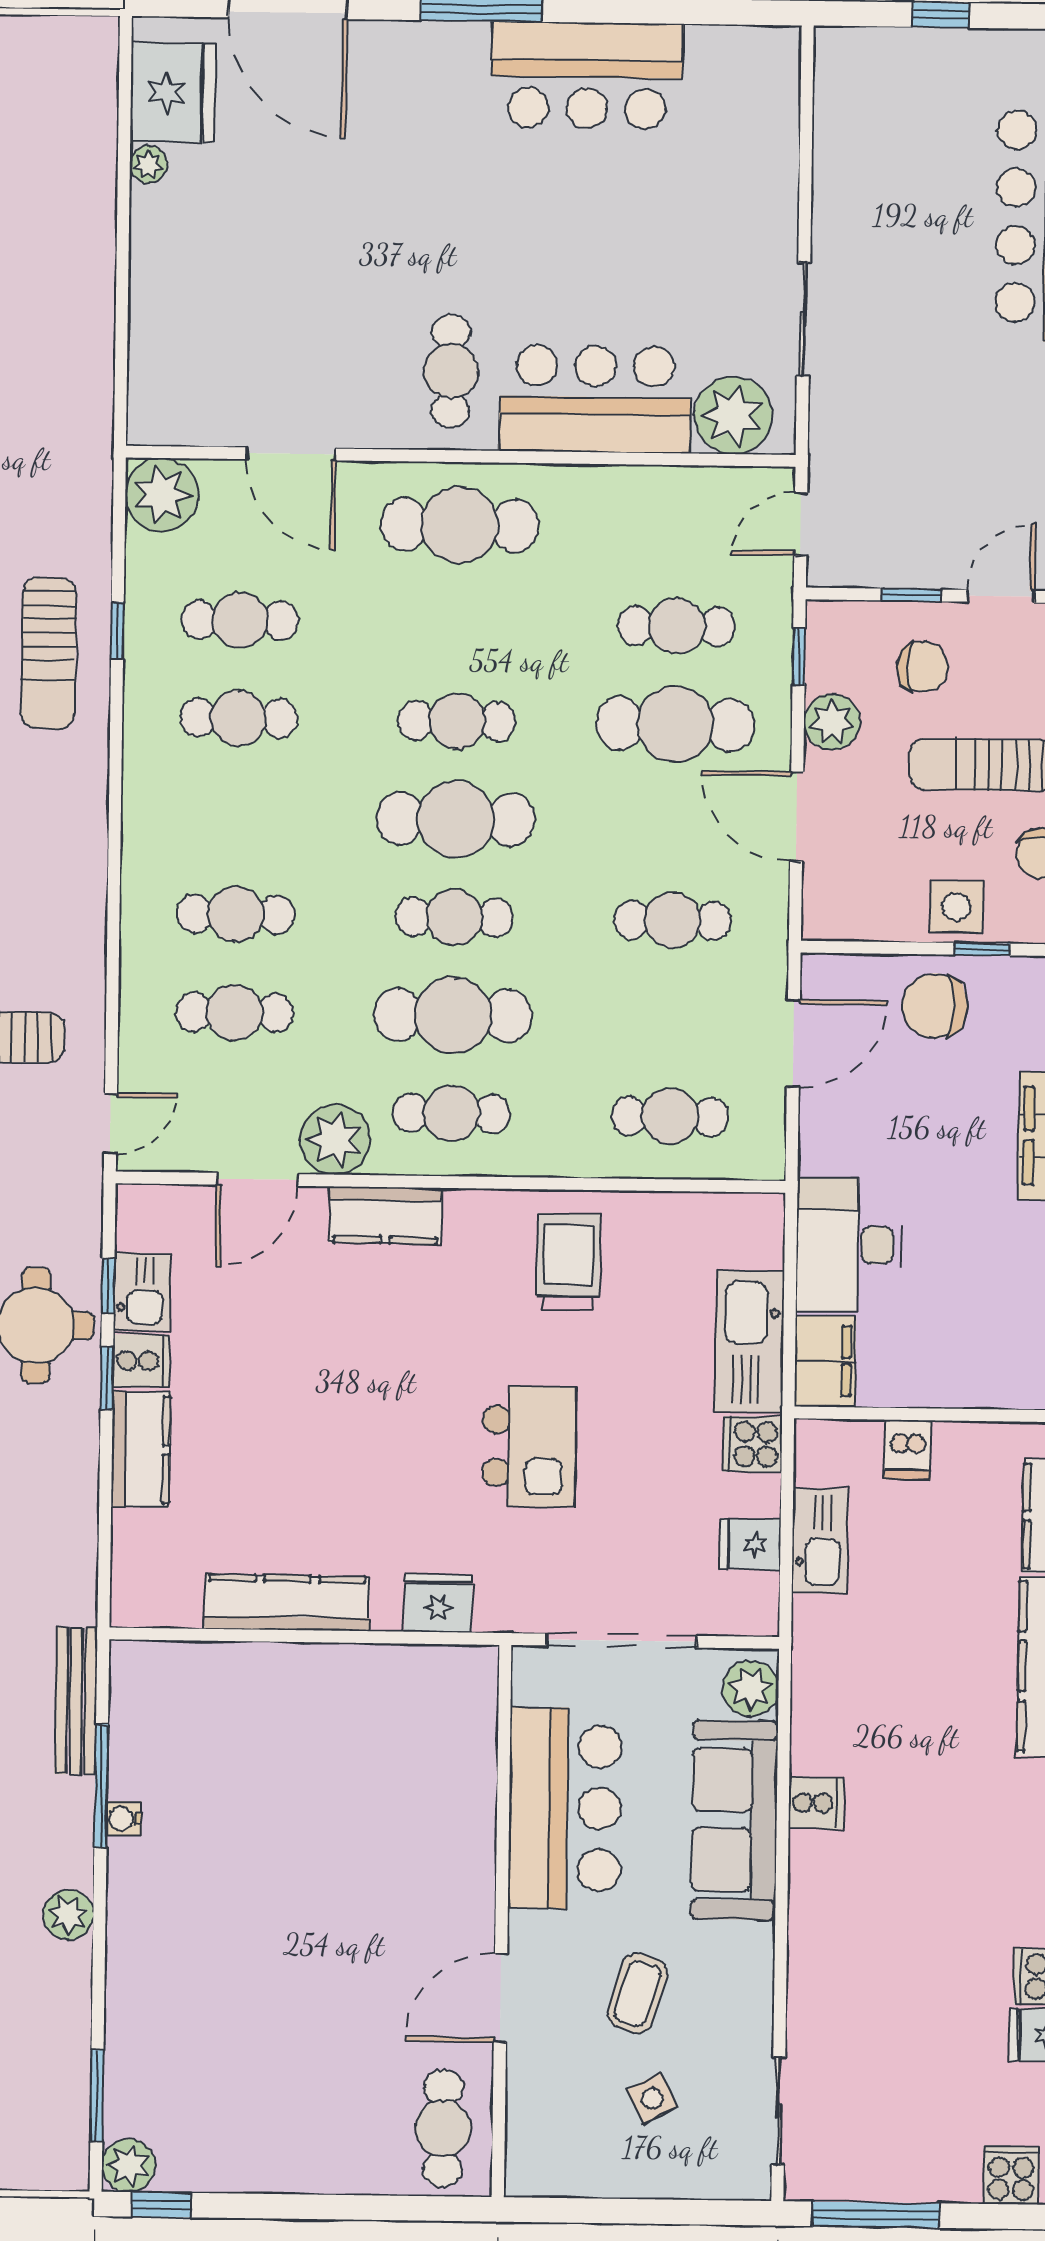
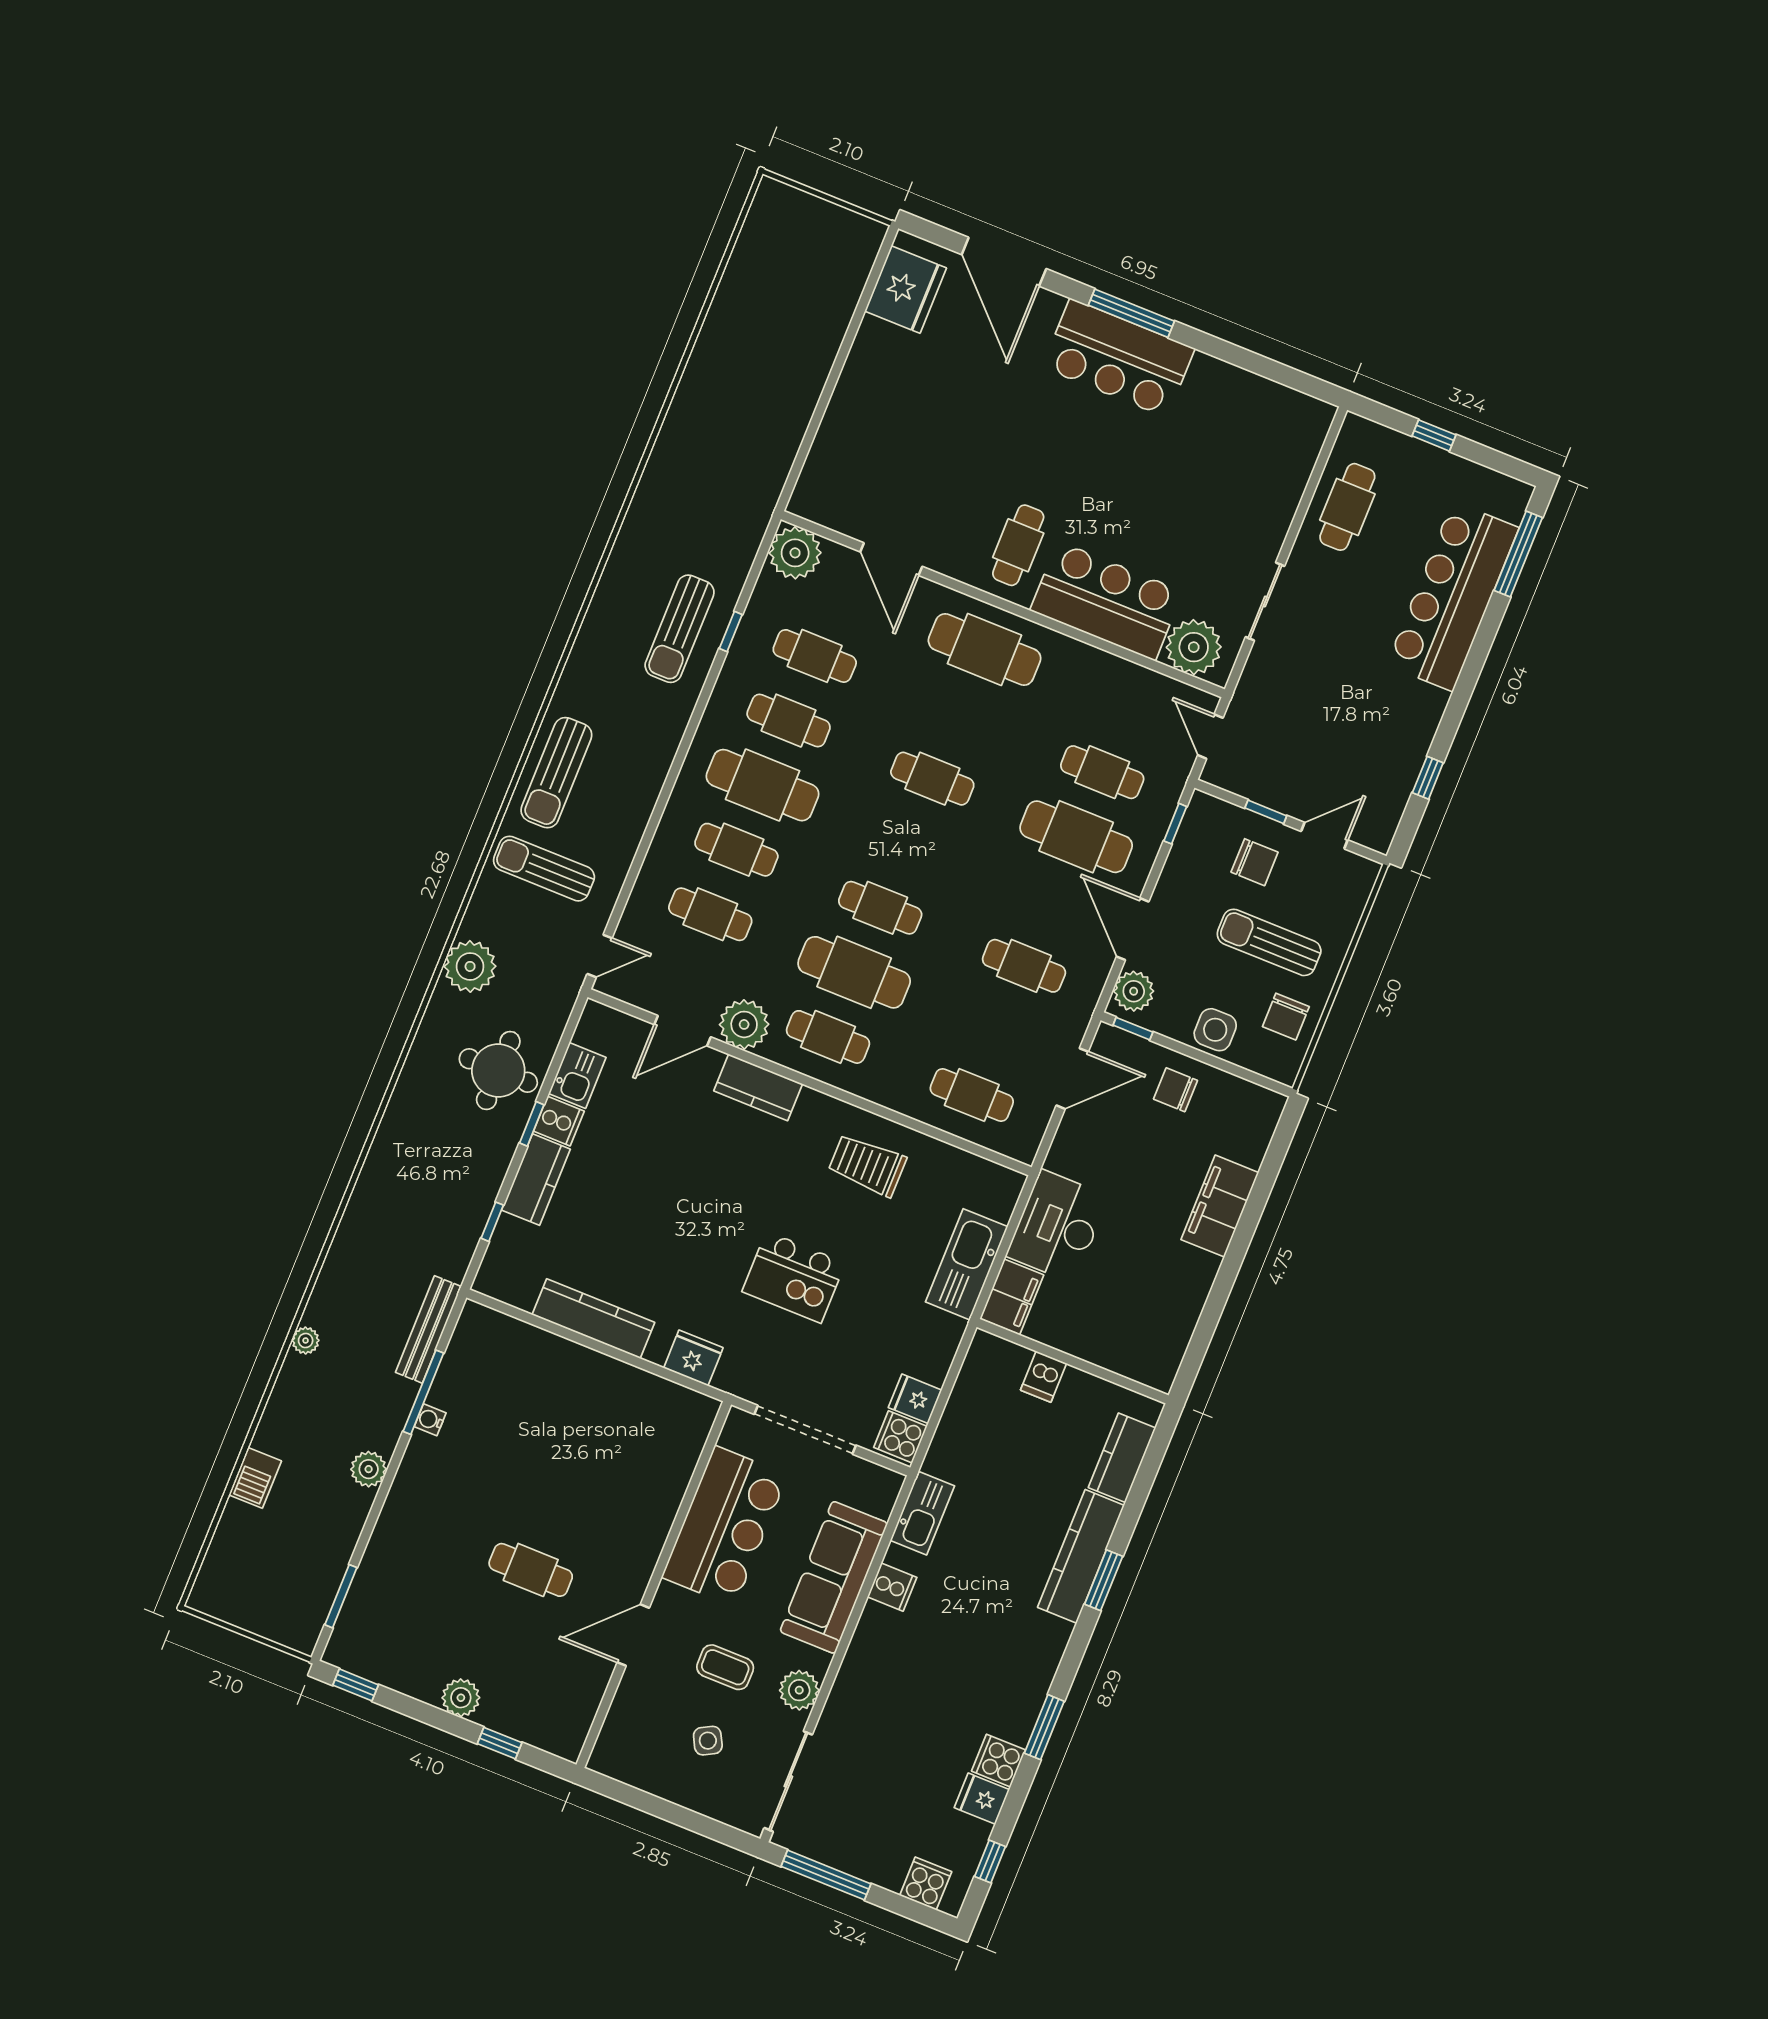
bar counter: (587, 75) -> (1119, 358), moved
cafe table: (864, 153) -> (1347, 507), added
plant: (148, 165) -> (871, 331), removed
door: (801, 524) -> (1210, 737), hinge flipped
plant: (832, 722) -> (1134, 991), moved
cafe table: (456, 819) -> (762, 785), moved
window: (982, 949) -> (1133, 1029), moved
chair: (935, 1006) -> (1176, 1090), width x0.73, depth x0.73
trolley: (568, 1262) -> (867, 1165), turned -90
window: (108, 1285) -> (492, 1222), moved
cooker: (752, 1444) -> (900, 1437), moved
kitchen island: (529, 1446) -> (794, 1277), turned 90
kitchen sink: (820, 1541) -> (922, 1513), moved
plant: (751, 1689) -> (799, 1690), moved
coffee table: (638, 1993) -> (725, 1667), turned 73
sliding door: (779, 2111) -> (788, 1781), width x1.37
cafe table: (443, 2128) -> (531, 1570), moved, turned 90
plant: (128, 2165) -> (461, 1698), moved
window: (380, 2208) -> (500, 1743), added

